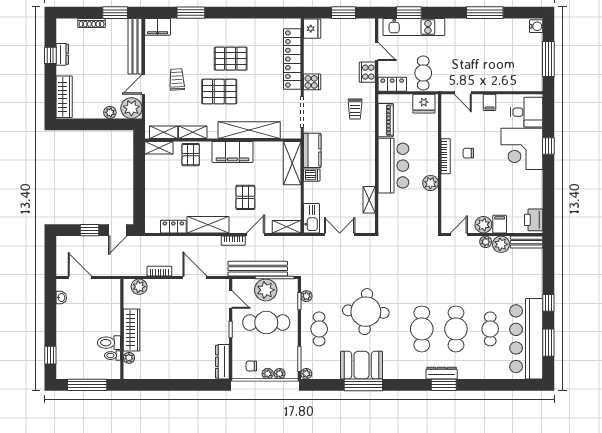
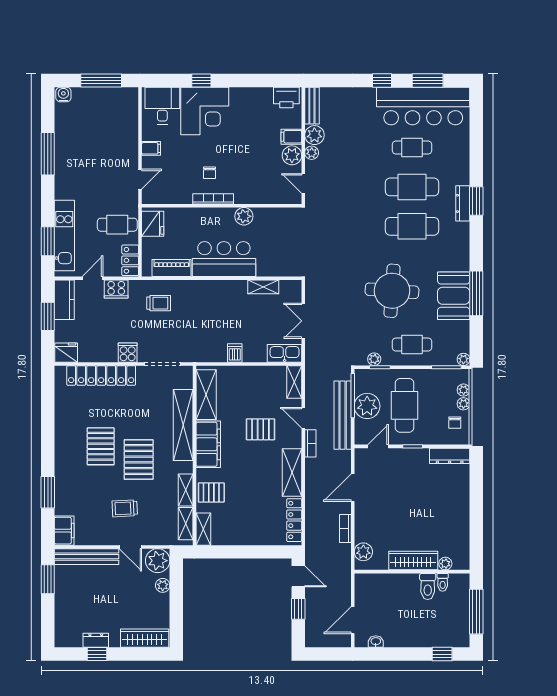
shoe rack: (92, 23) -> (60, 607), removed
kitchen counter: (312, 150) -> (64, 300), moved, turned 90
shelving: (292, 163) -> (206, 395), moved, turned 90
locker: (173, 227) -> (294, 520), width x1.53

